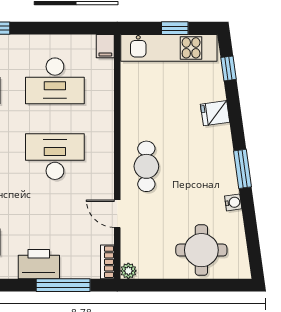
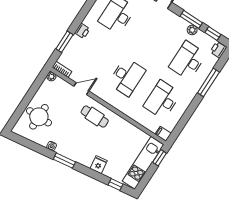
window: (175, 28) -> (159, 158), moved
printer: (39, 264) -> (82, 31), width x0.53, depth x0.68
window: (63, 285) -> (64, 42), width x0.69

